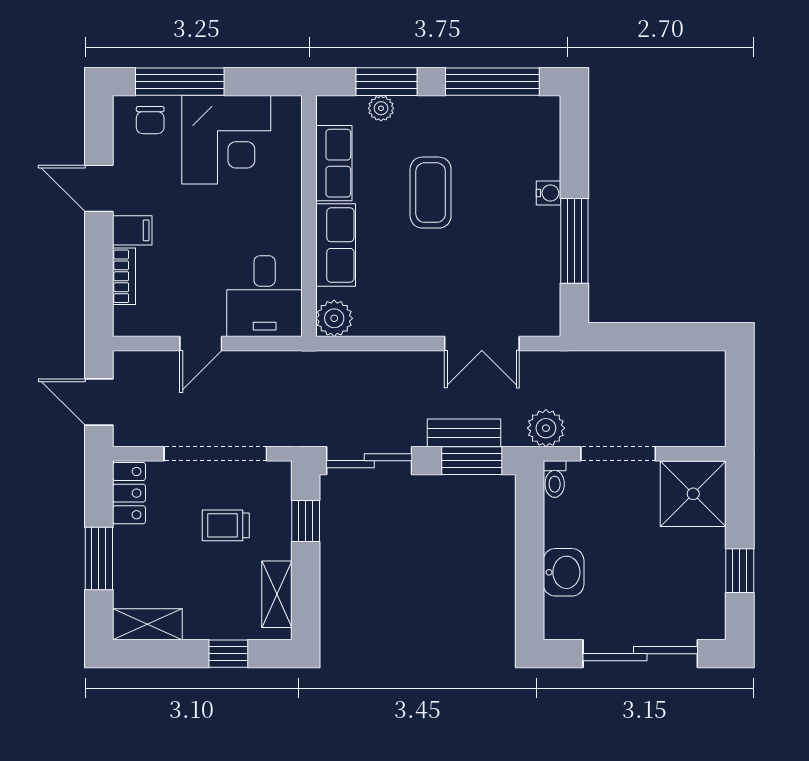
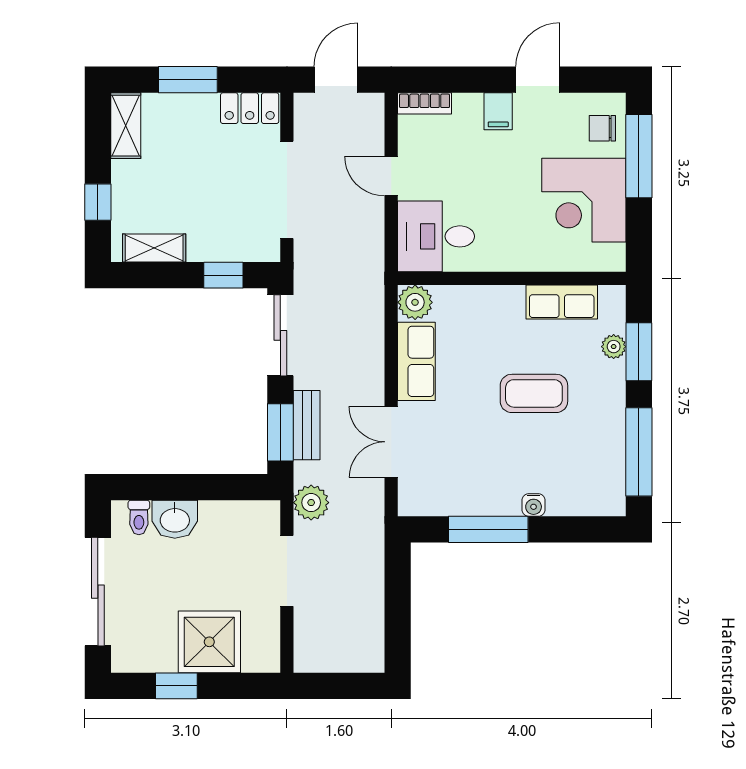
row of seats: (336, 245) -> (416, 361), moved, turned -90
bookcase: (124, 276) -> (425, 103), moved
toilet: (555, 479) -> (139, 517), moved, turned -90
shower: (693, 494) -> (209, 642), moved
trolley: (226, 525) -> (219, 200), removed

